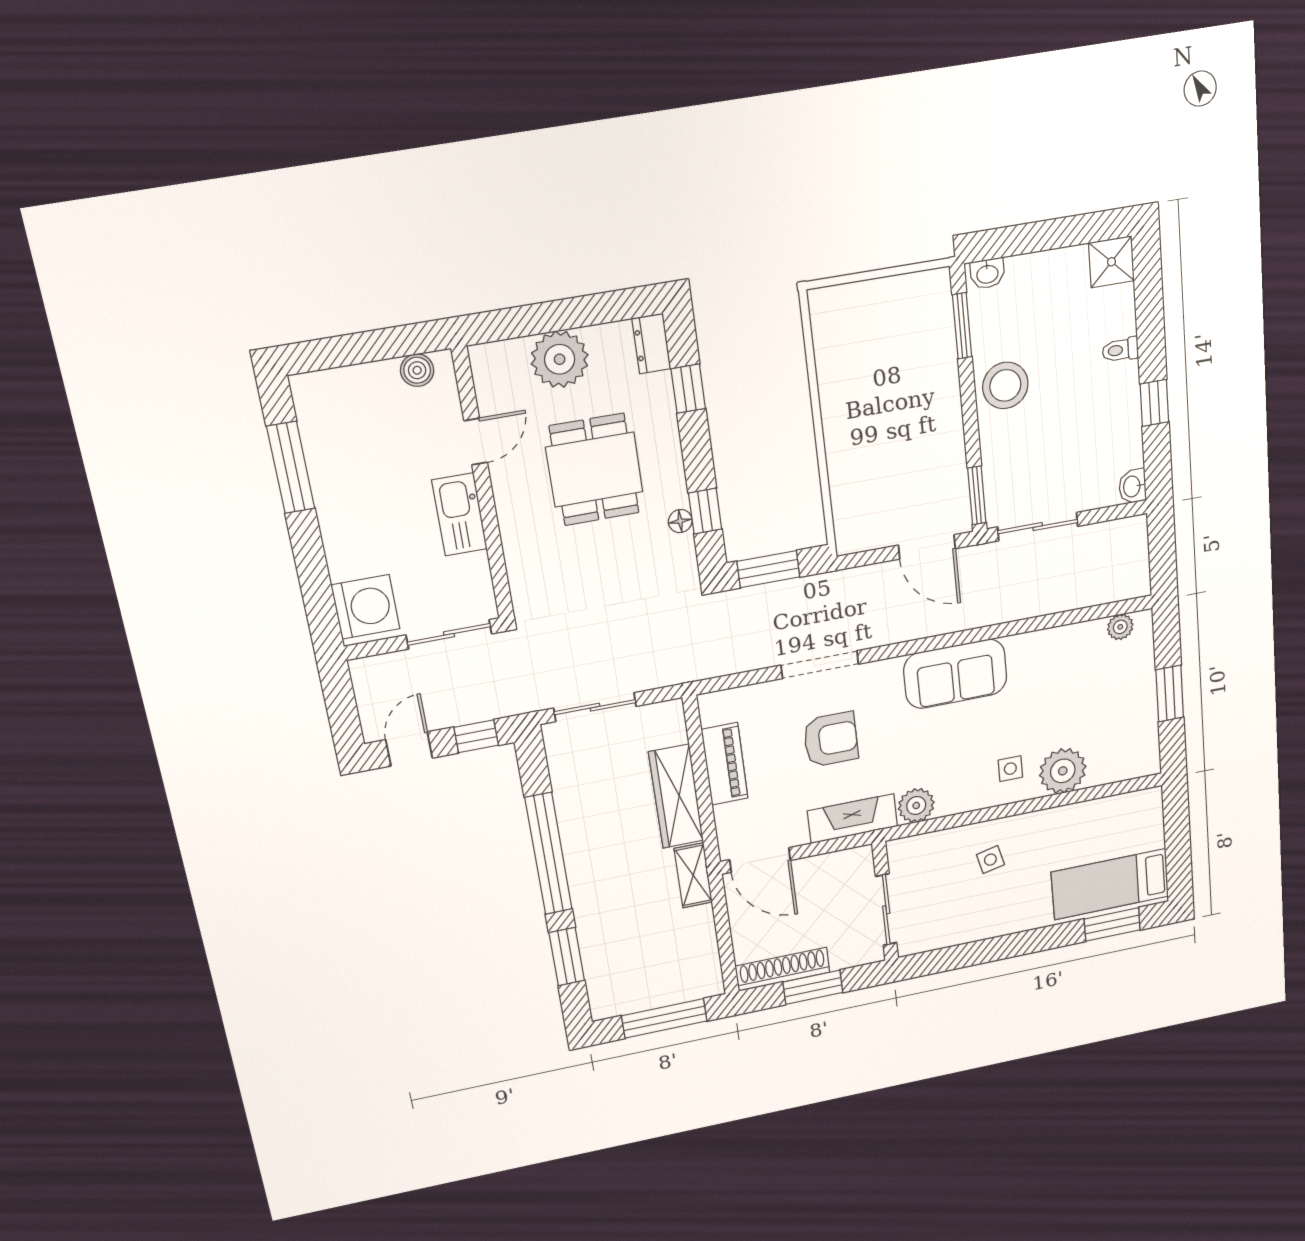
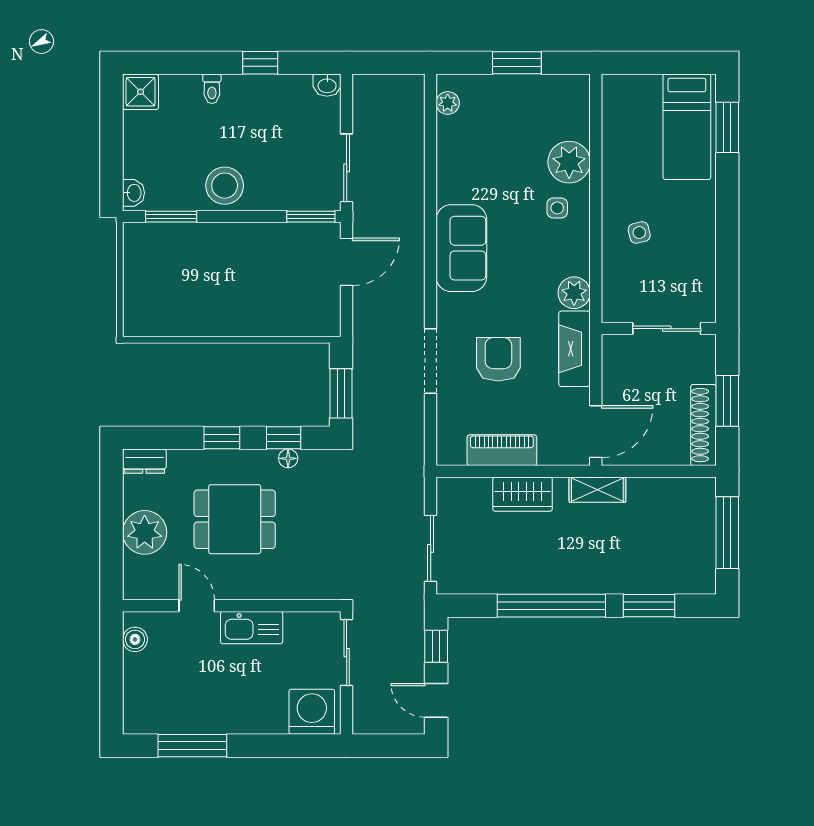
window: (688, 389) -> (222, 438), moved
wardrobe: (676, 796) -> (522, 494), width x0.67

